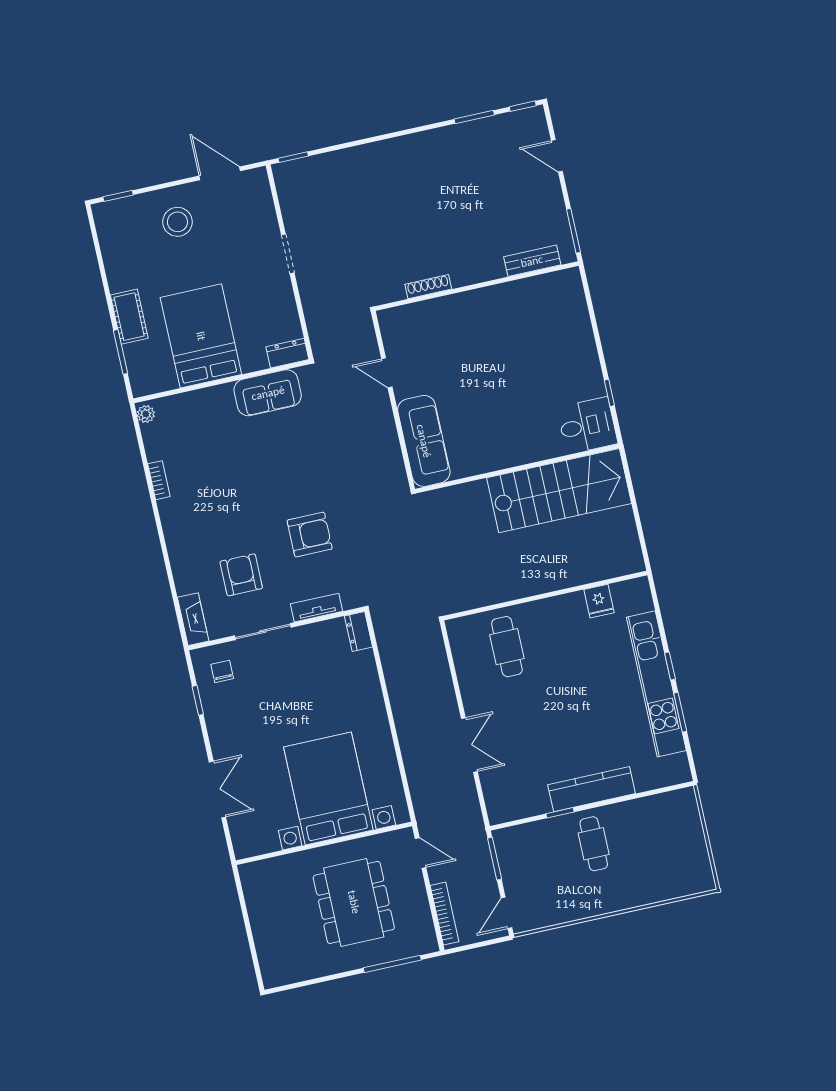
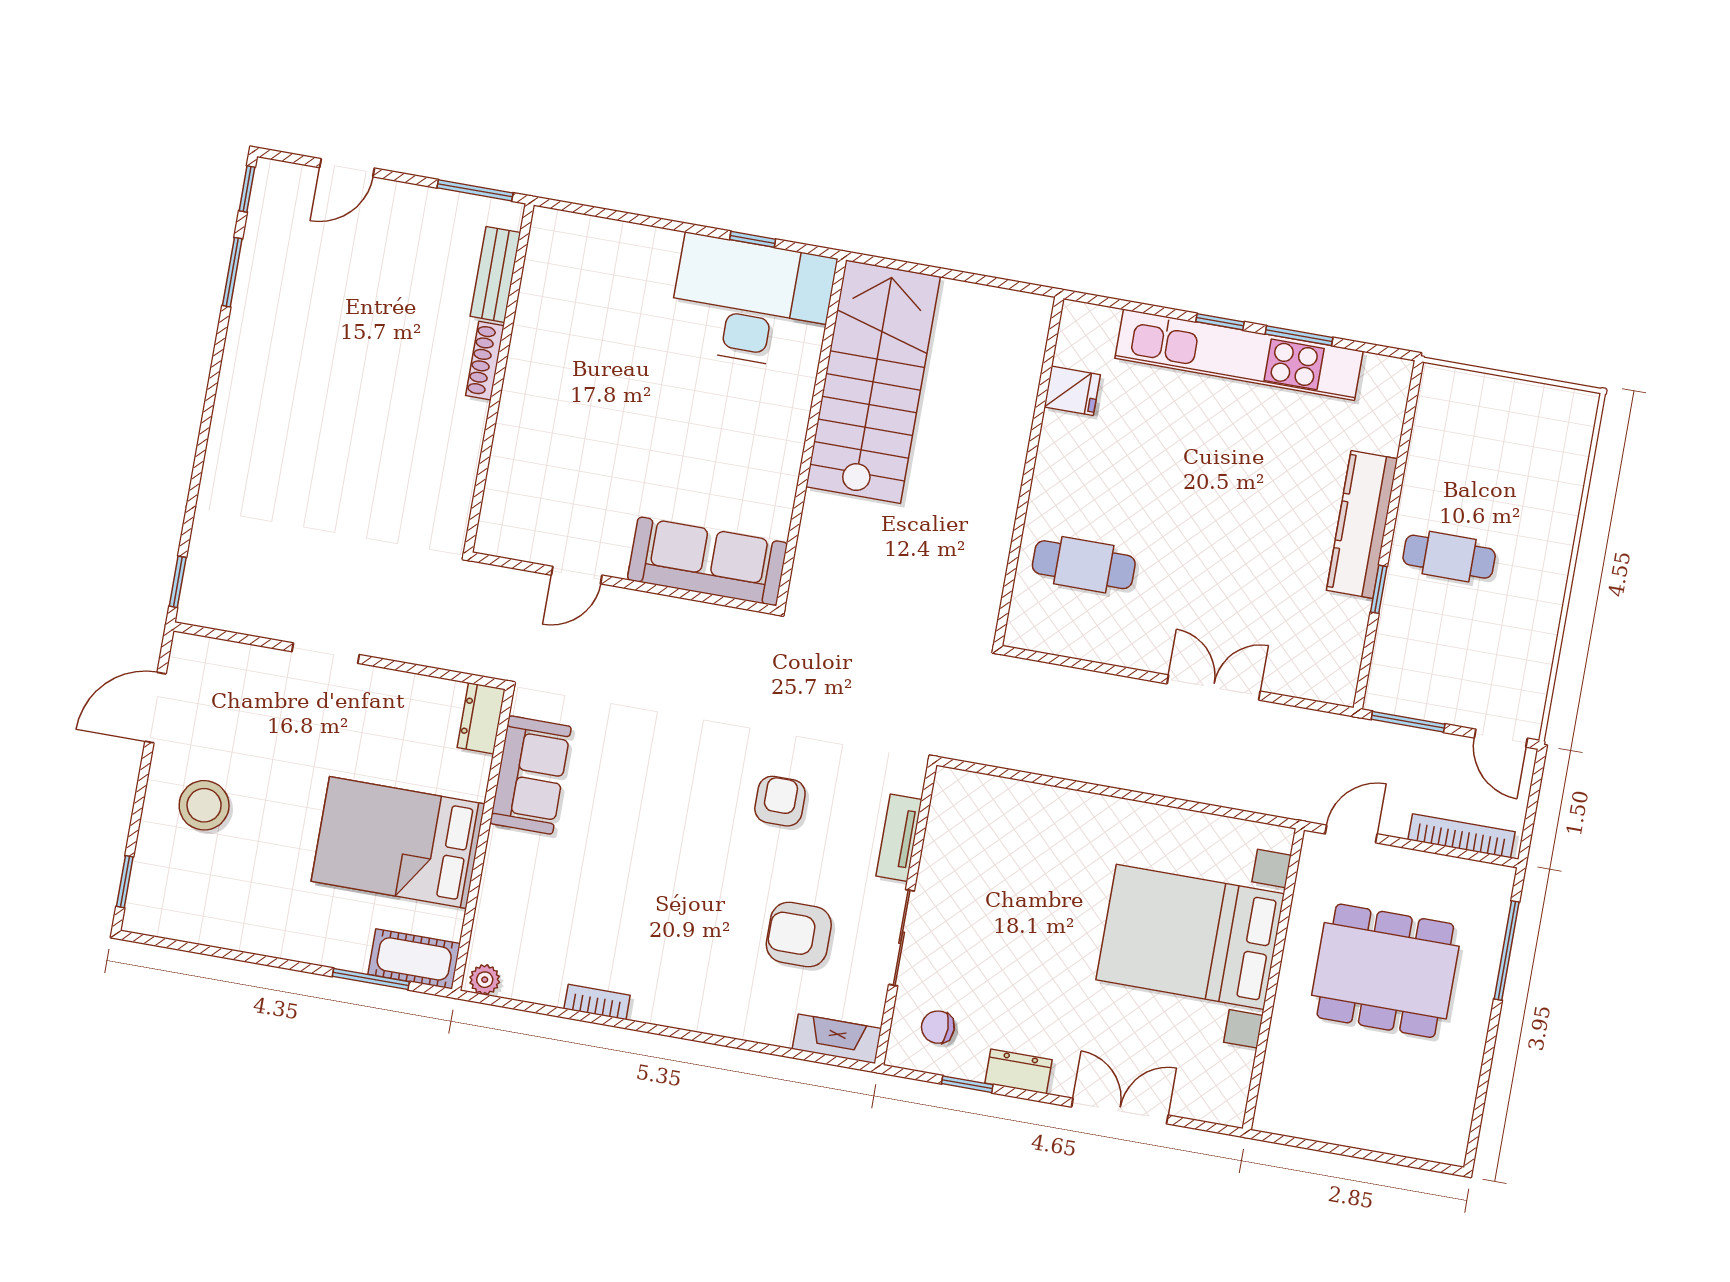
shoe rack: (428, 287) -> (485, 361), moved
cot: (129, 317) -> (414, 959), moved
desk: (587, 426) -> (752, 302), width x1.87, depth x1.30
armchair: (310, 535) -> (780, 801), width x0.72, depth x0.72
dresser: (359, 632) -> (1018, 1071), moved, turned 180

